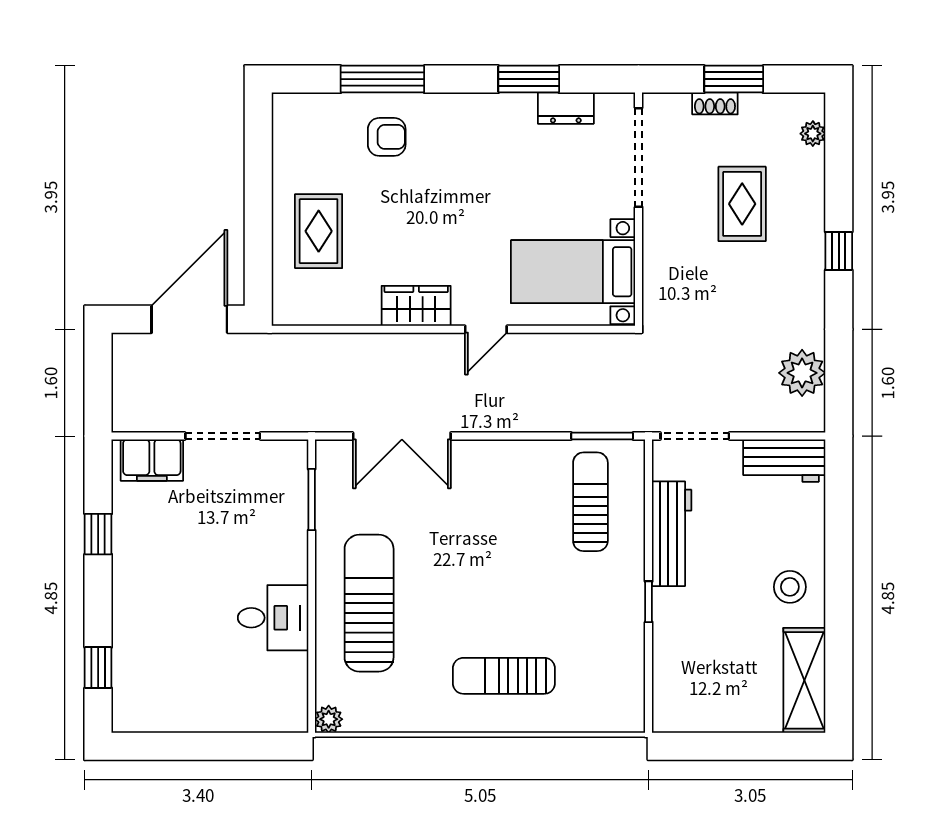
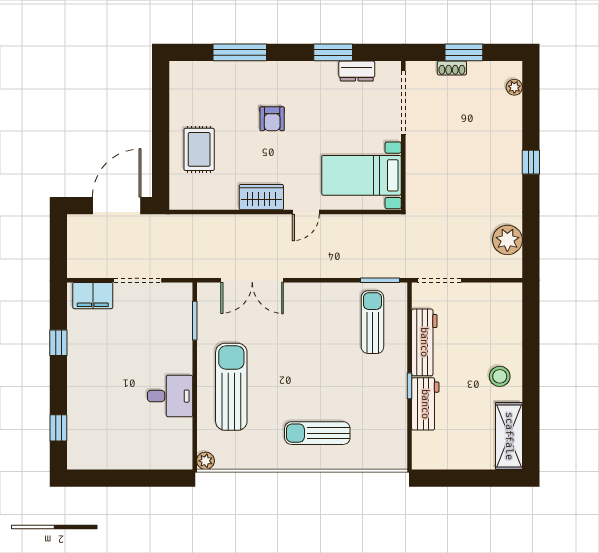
armchair: (387, 137) -> (272, 119), moved, turned 90
rug: (742, 204) -> (469, 132), removed
workbench: (784, 461) -> (425, 404), moved, turned -90

